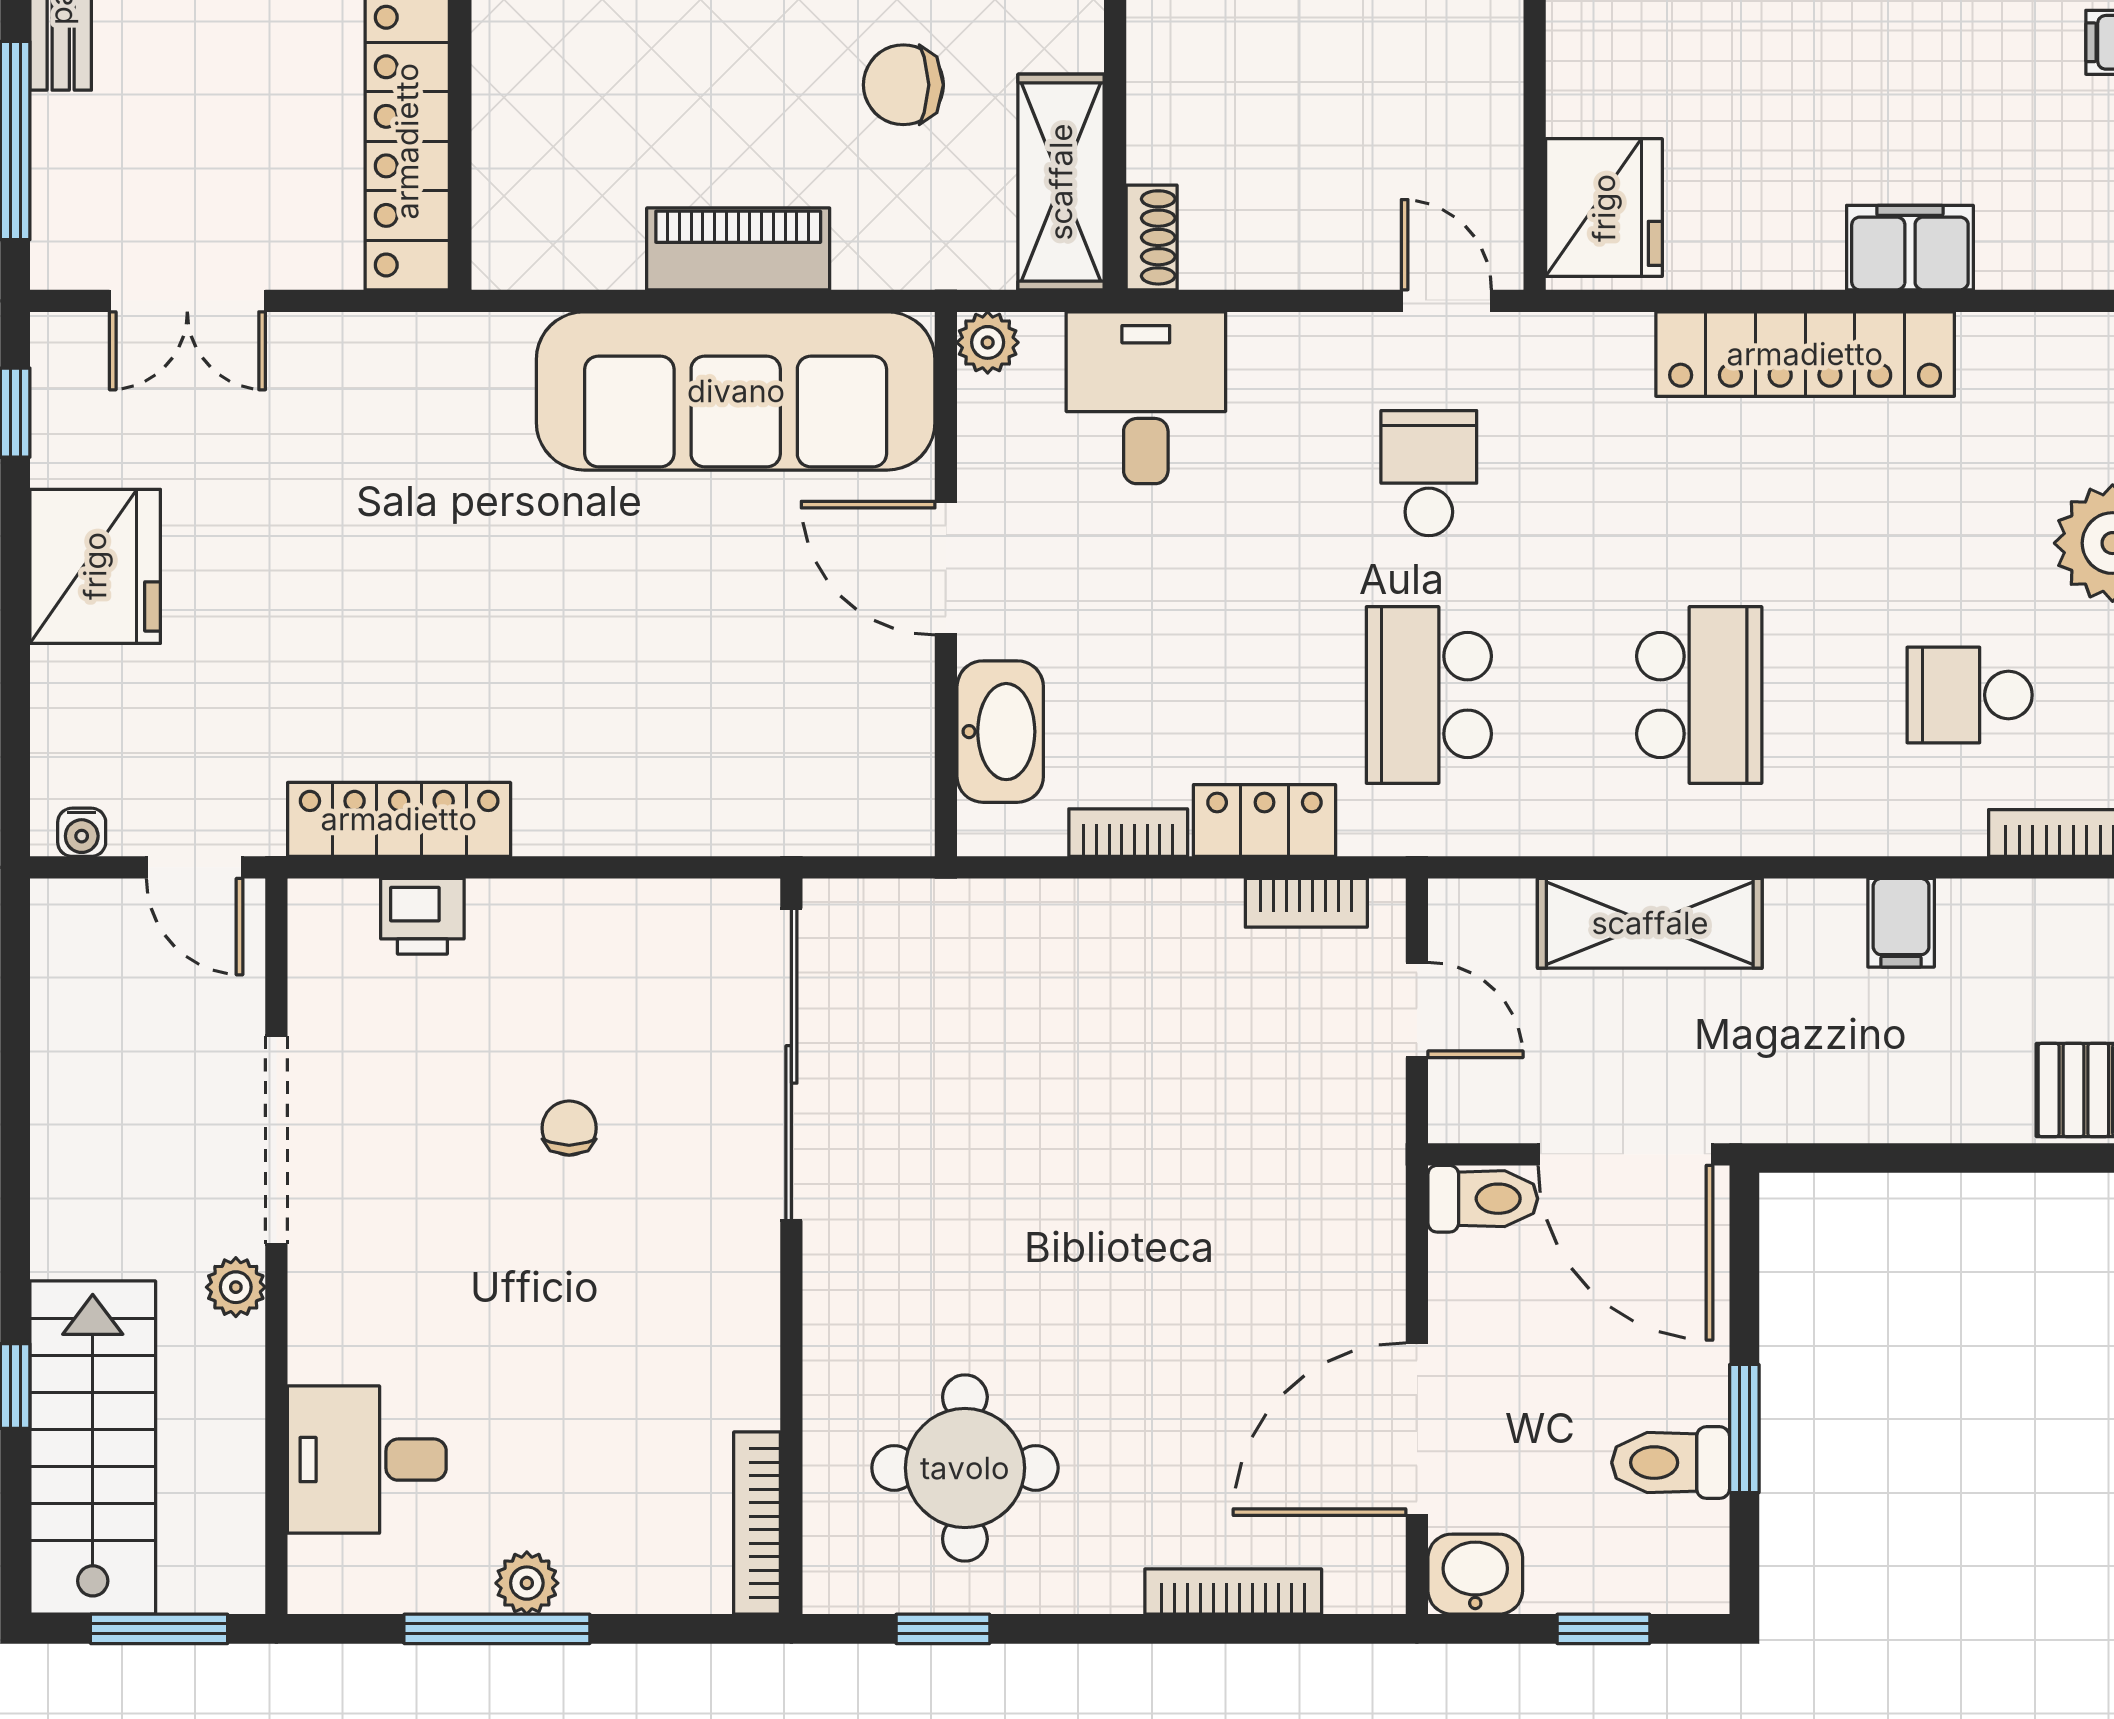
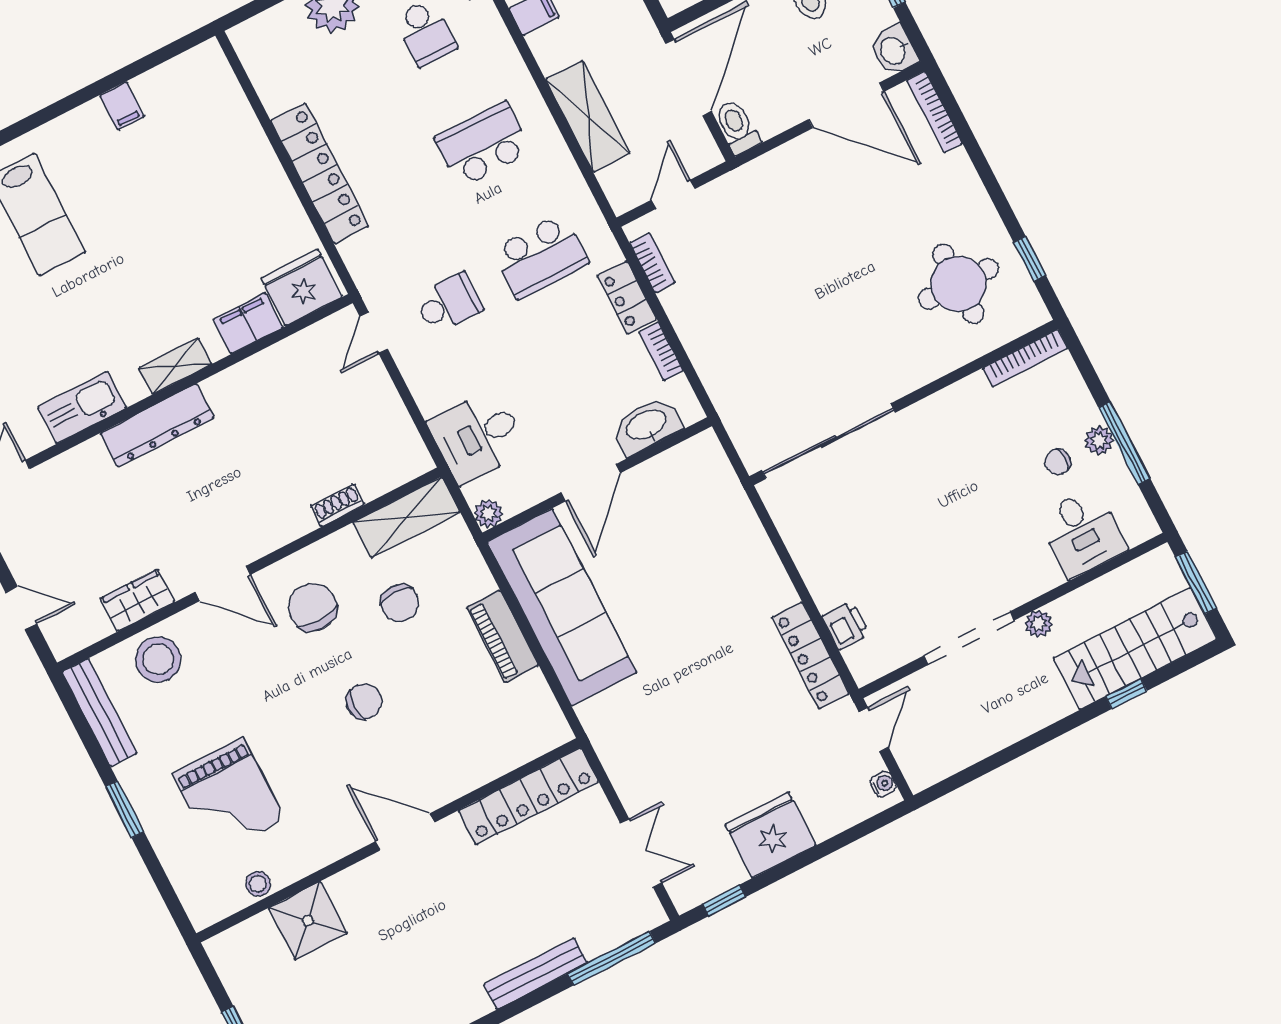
shoe rack: (1152, 237) -> (337, 505), moved
filing cabinet: (1910, 248) -> (248, 323), moved, turned 90
school desk: (1429, 473) -> (449, 303), turned 180
chair: (569, 1128) -> (1058, 462), moved
bookcase: (1233, 1592) -> (935, 112), moved

